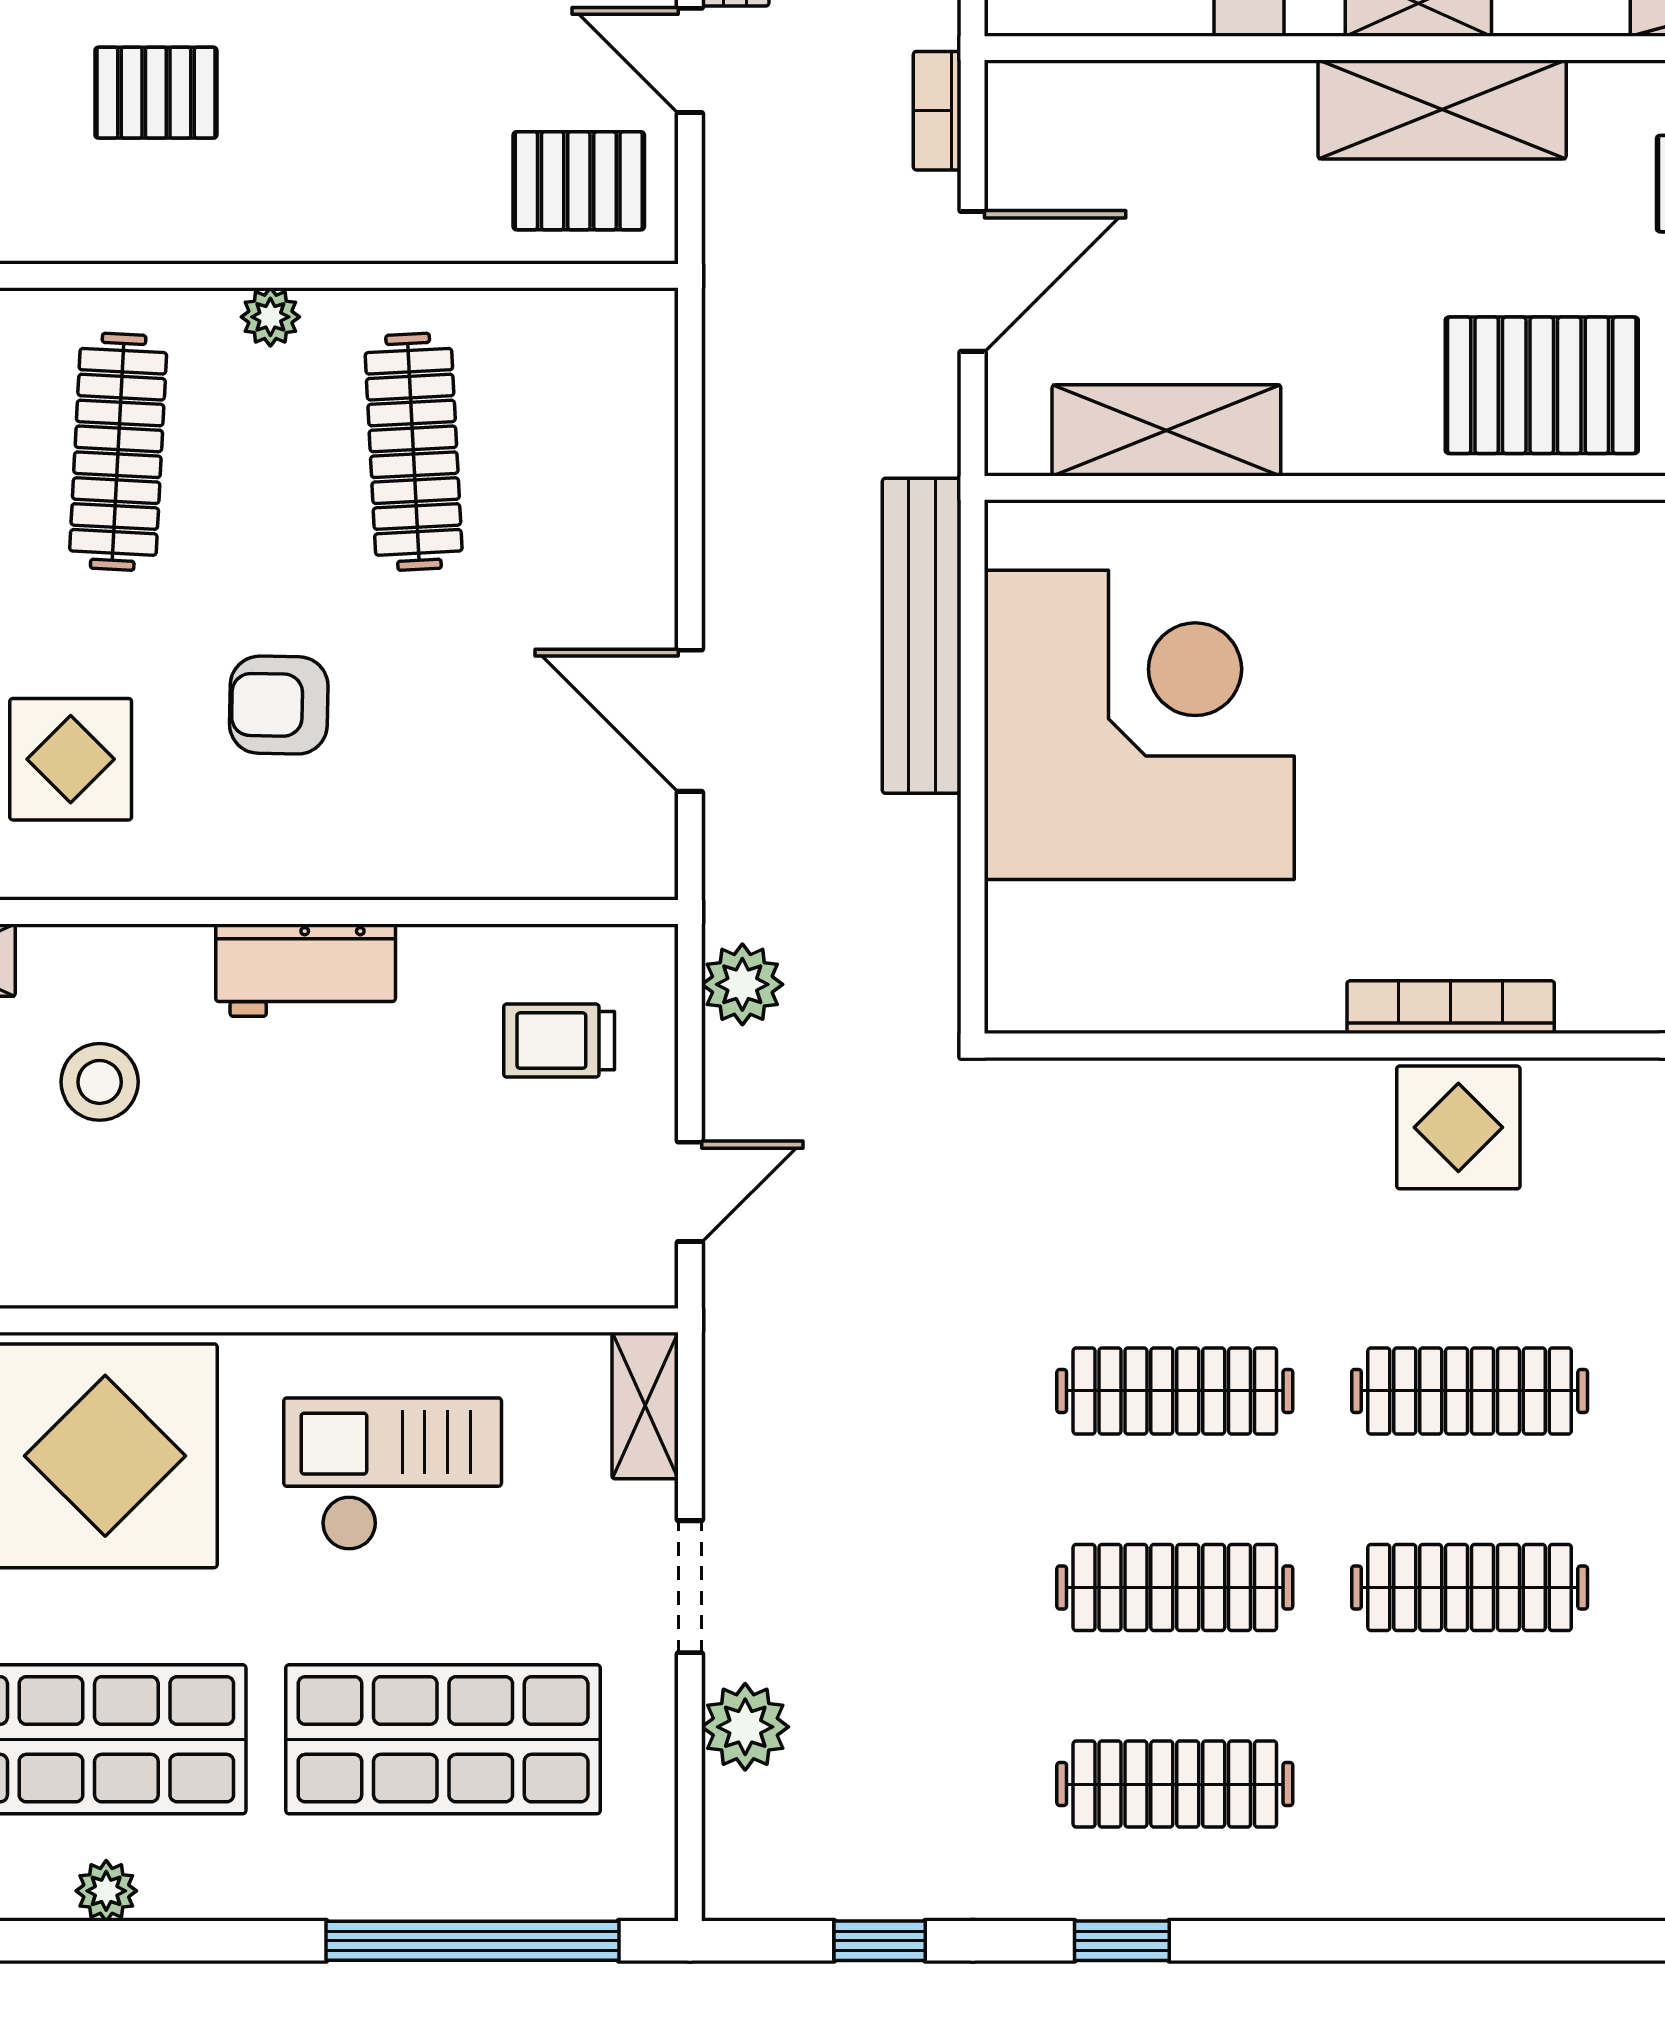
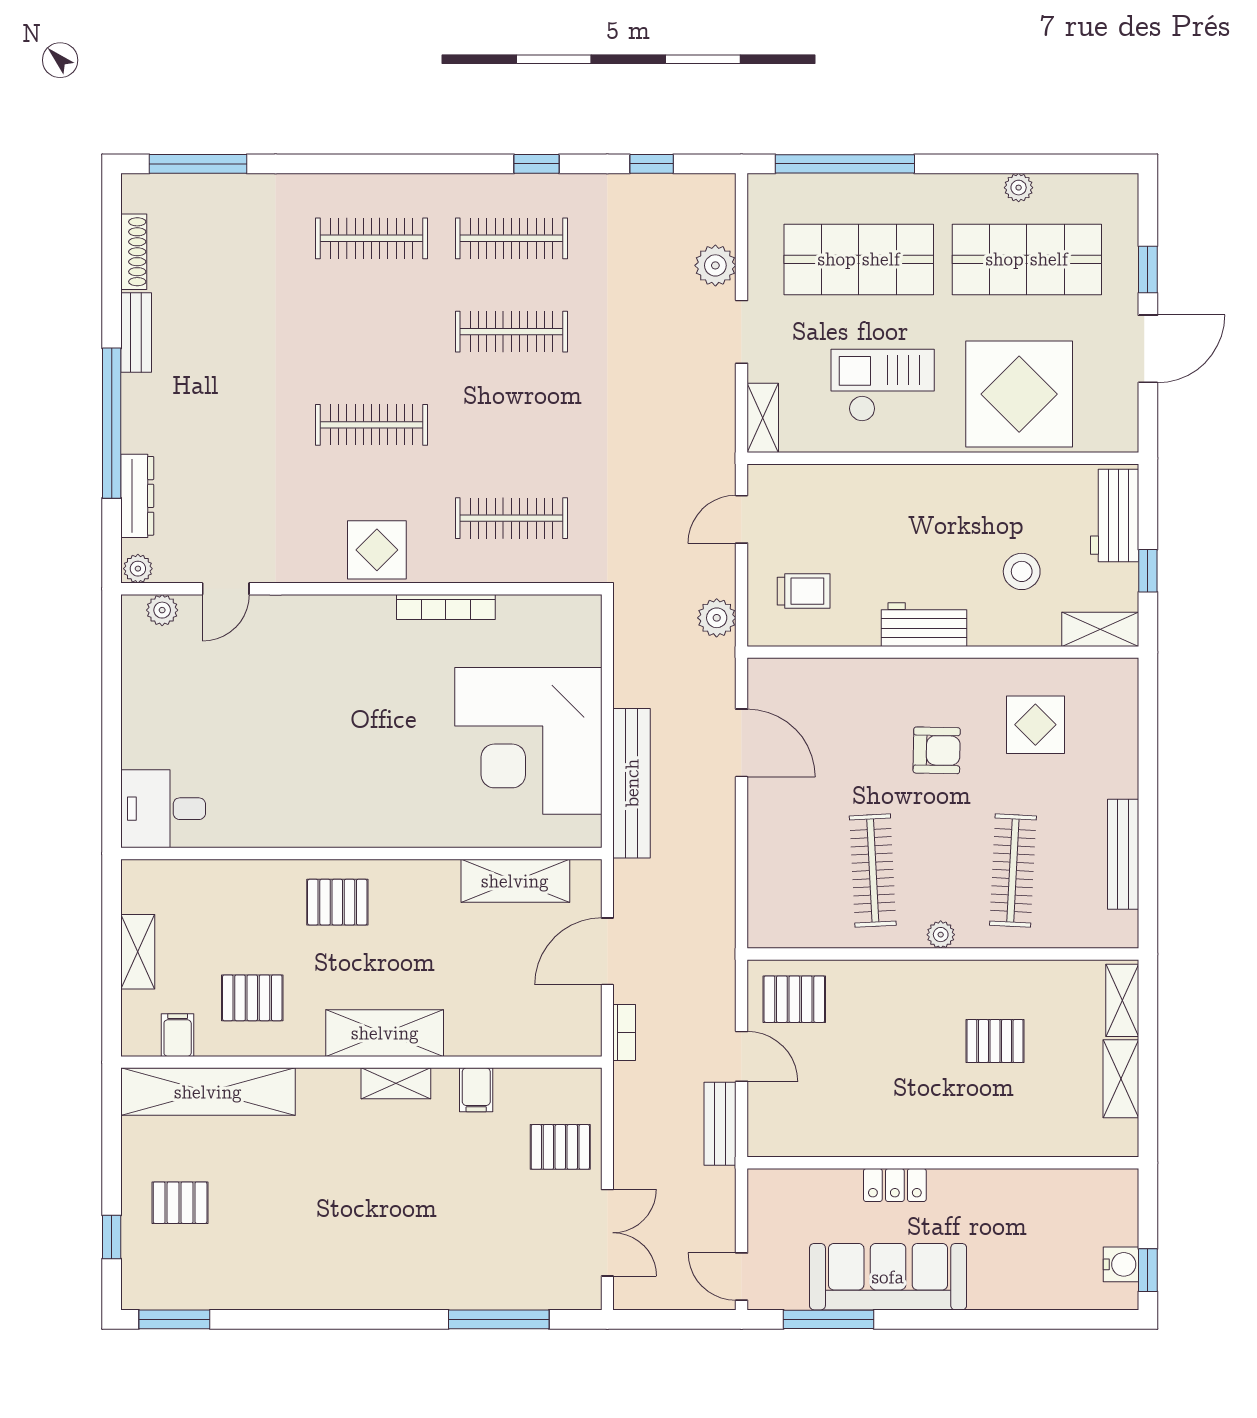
pallet: (1542, 385) -> (337, 902), width x0.67, depth x0.71
bookcase: (1451, 1007) -> (446, 607), moved
clothes rail: (1175, 1391) -> (511, 518), moved
checkout: (393, 1474) -> (883, 385), turned 180
clothes rail: (1470, 1587) -> (372, 238), moved

